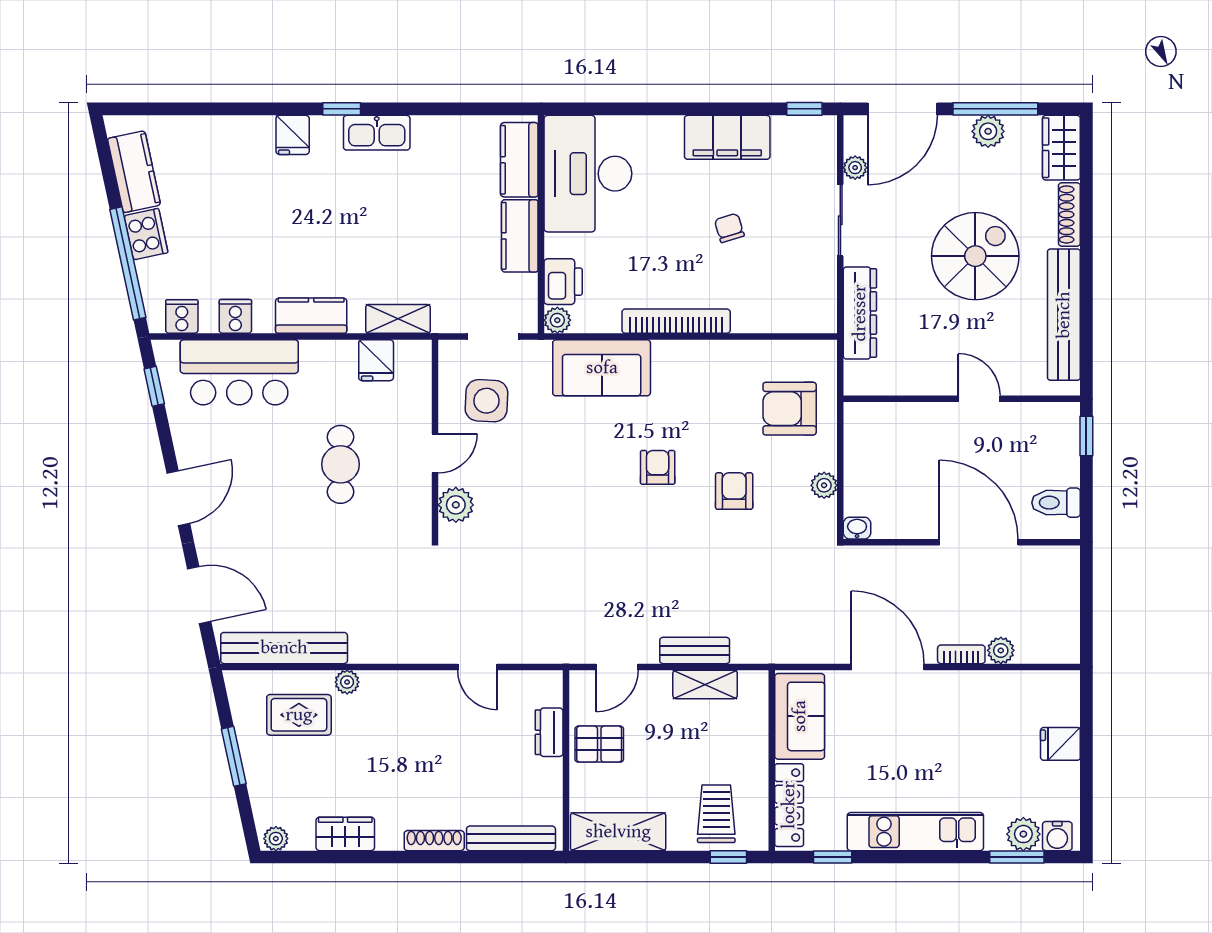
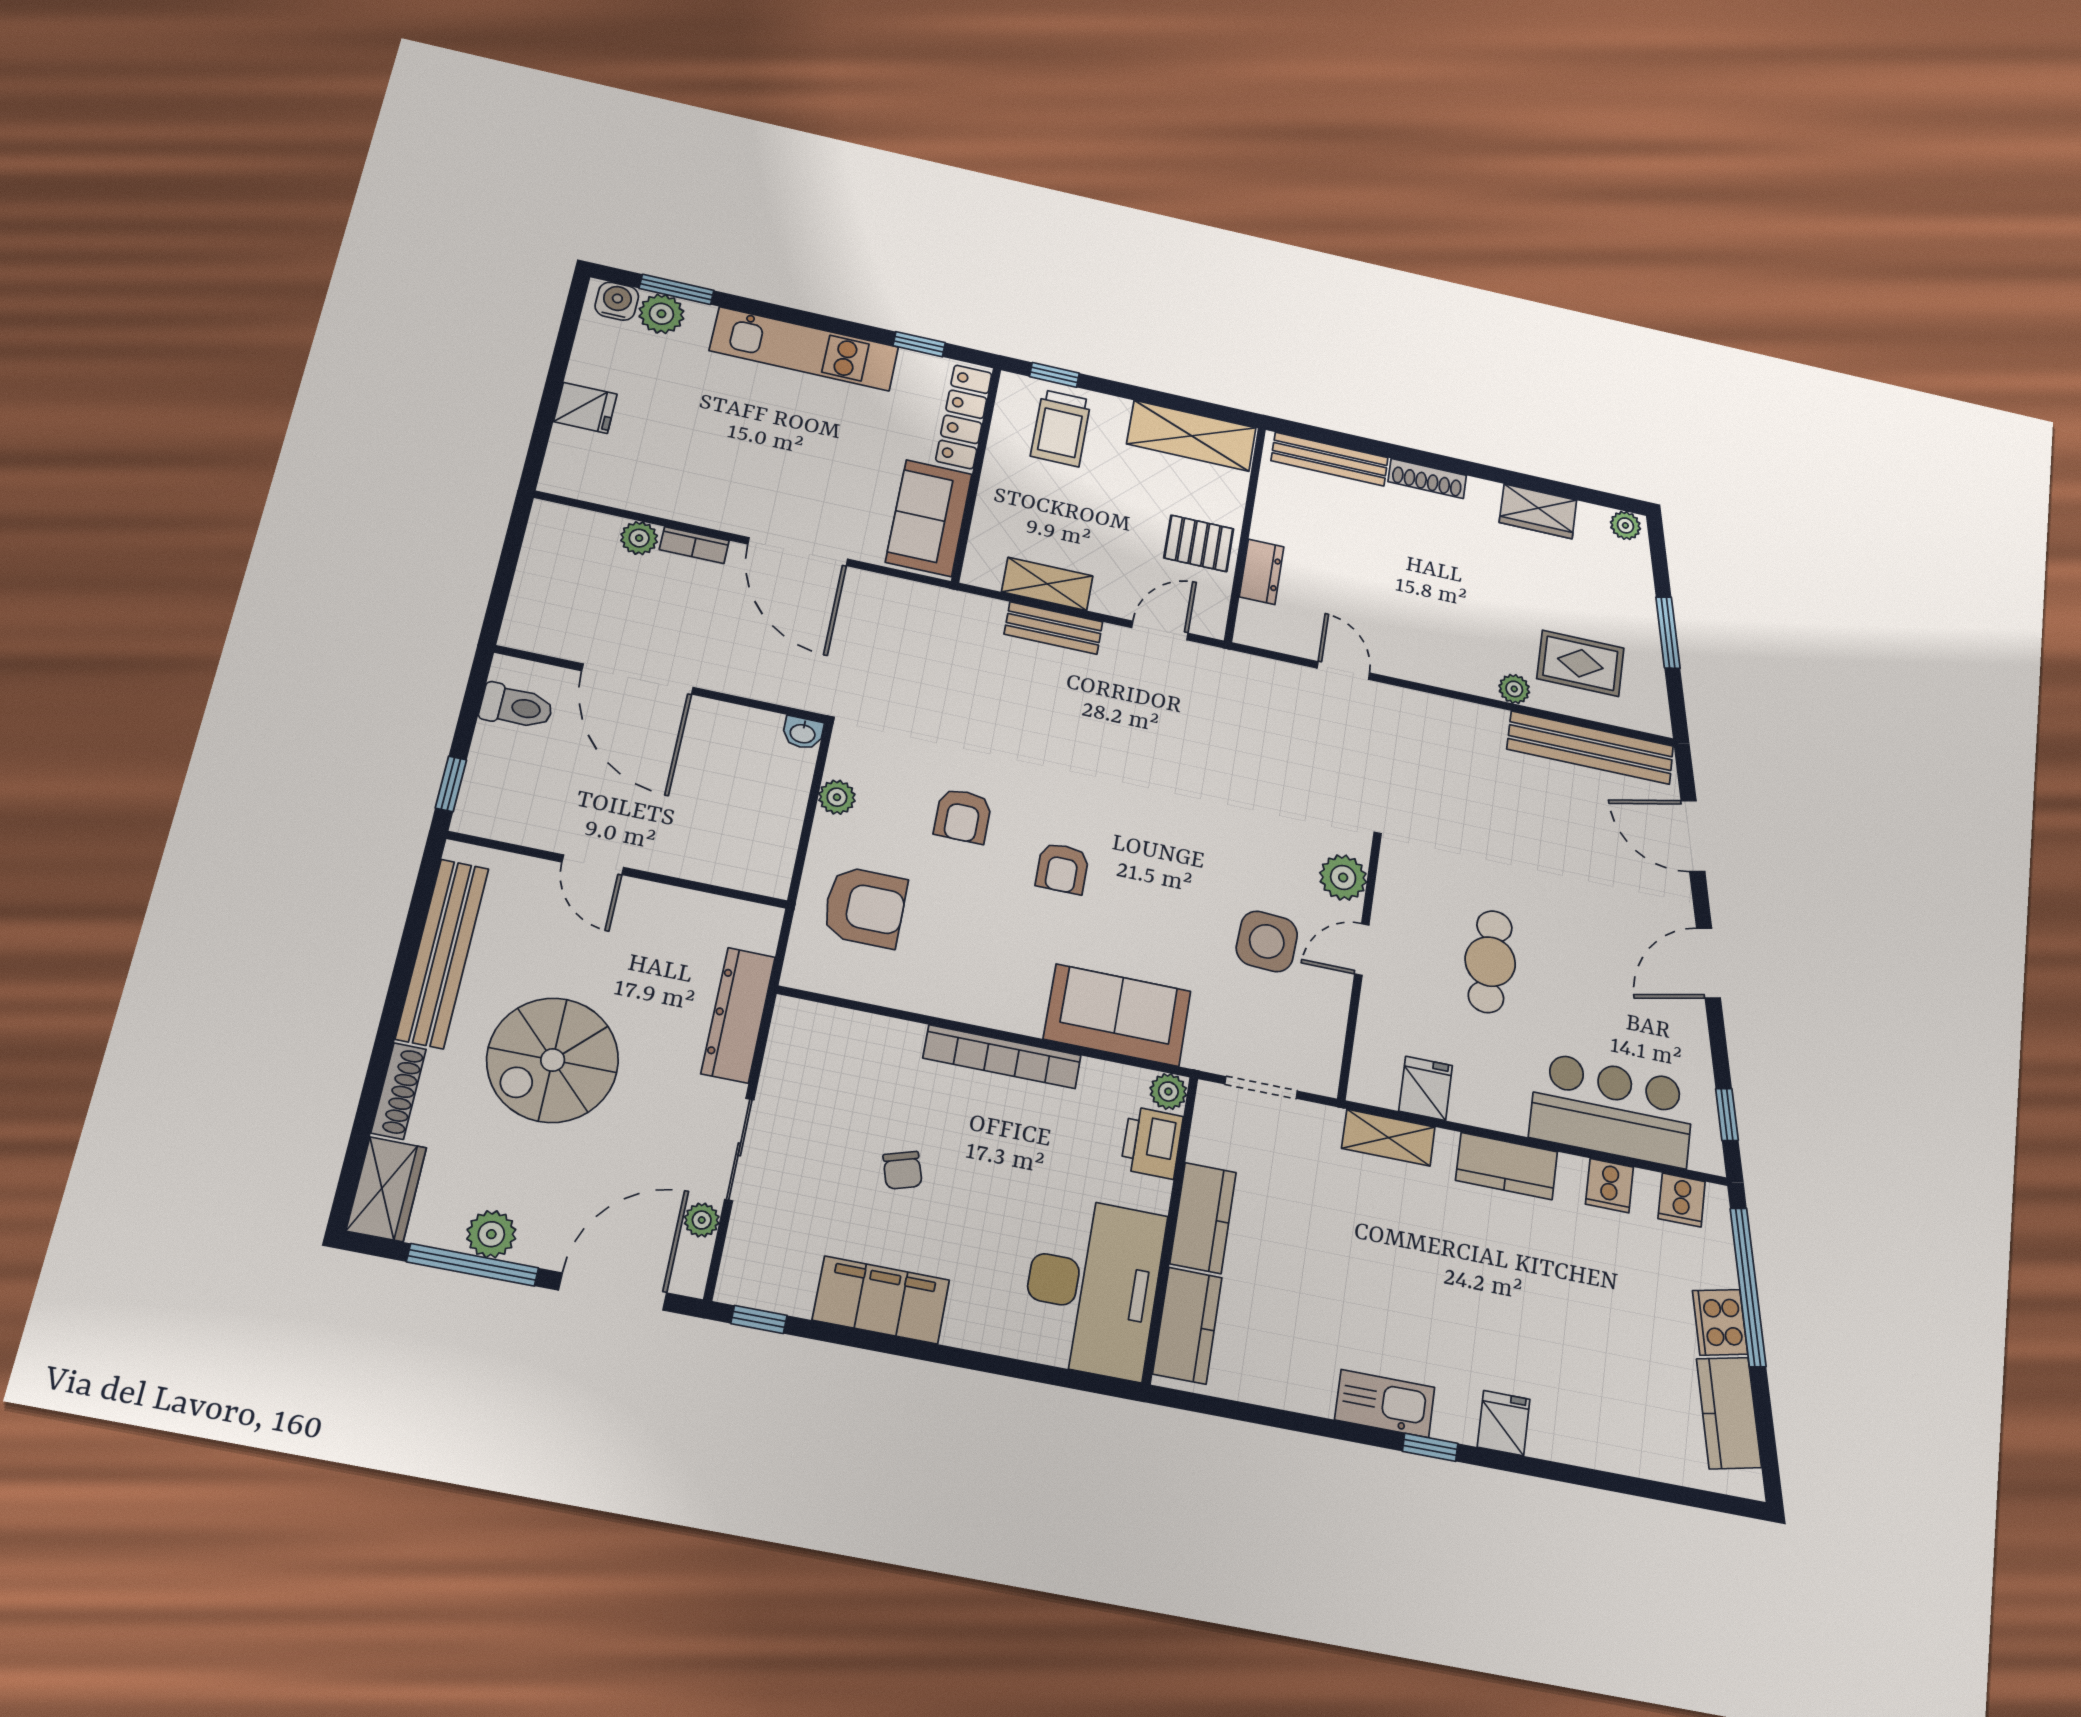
side table: (486, 401) -> (1267, 941), moved

